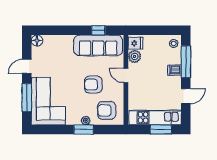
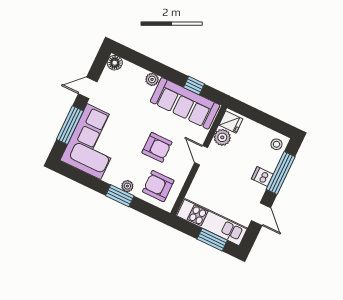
plant: (68, 40) -> (152, 79), added
armchair: (93, 85) -> (157, 147), turned 180
door: (186, 96) -> (261, 214), hinge flipped

